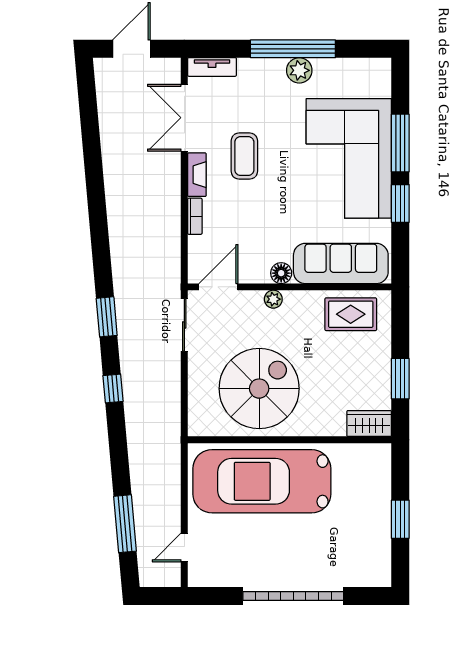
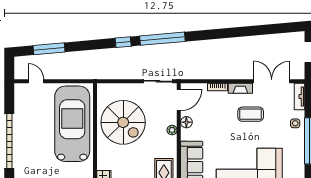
plant: (299, 70) -> (298, 144), removed
side table: (261, 75) -> (295, 123), added
floor lamp: (281, 273) -> (186, 122), moved
door: (218, 287) -> (179, 100), hinge flipped
window: (107, 317) -> (162, 39), width x2.11

